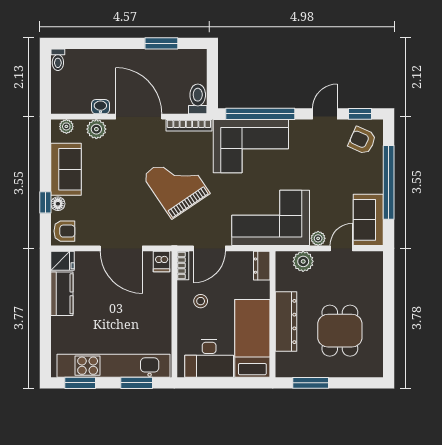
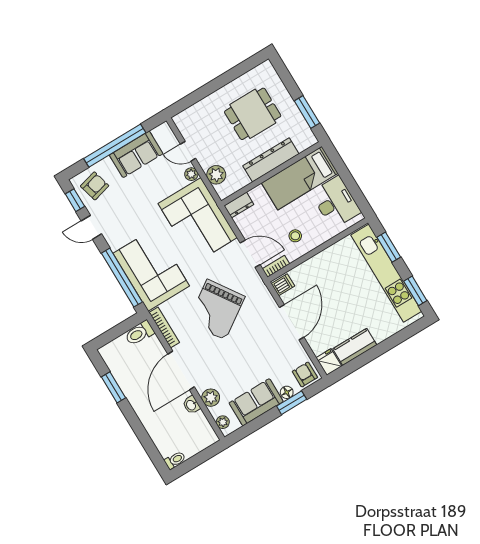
armchair: (362, 140) -> (95, 186), turned -129
window: (45, 202) -> (292, 403), width x1.50
sofa: (368, 220) -> (136, 154), moved

